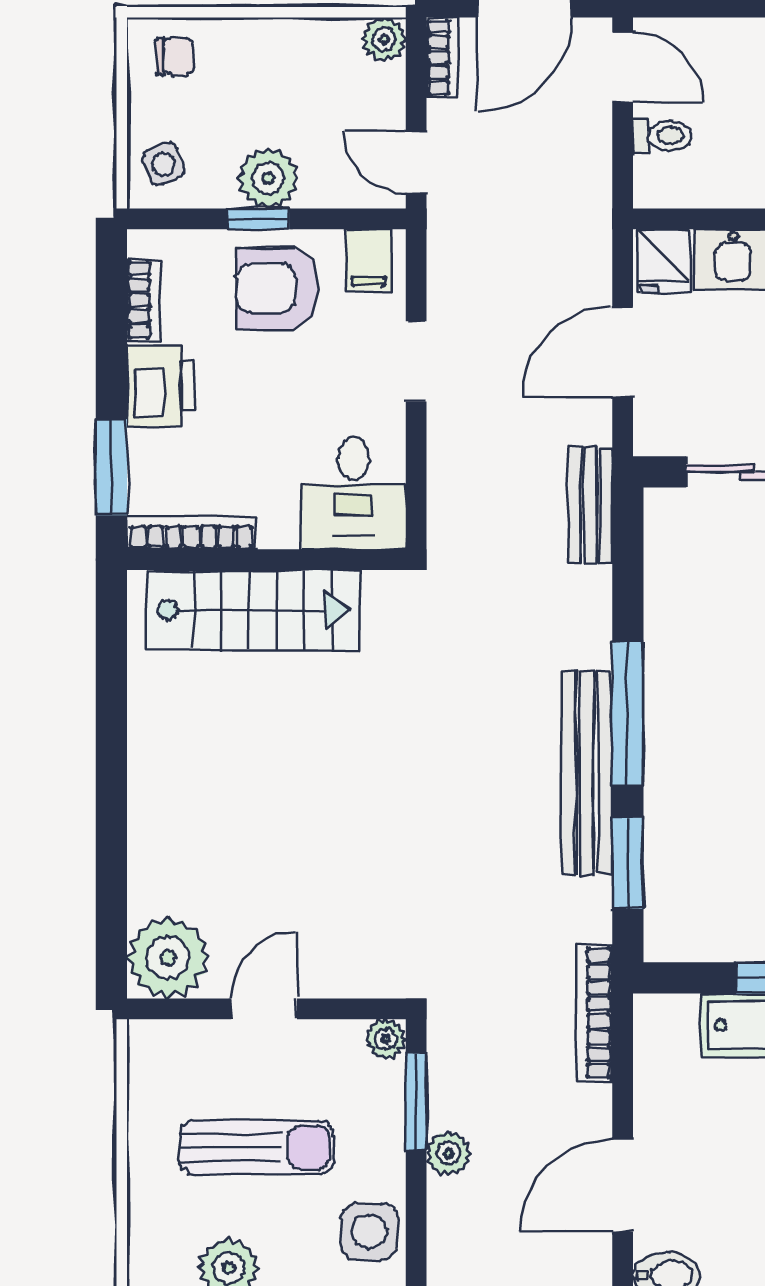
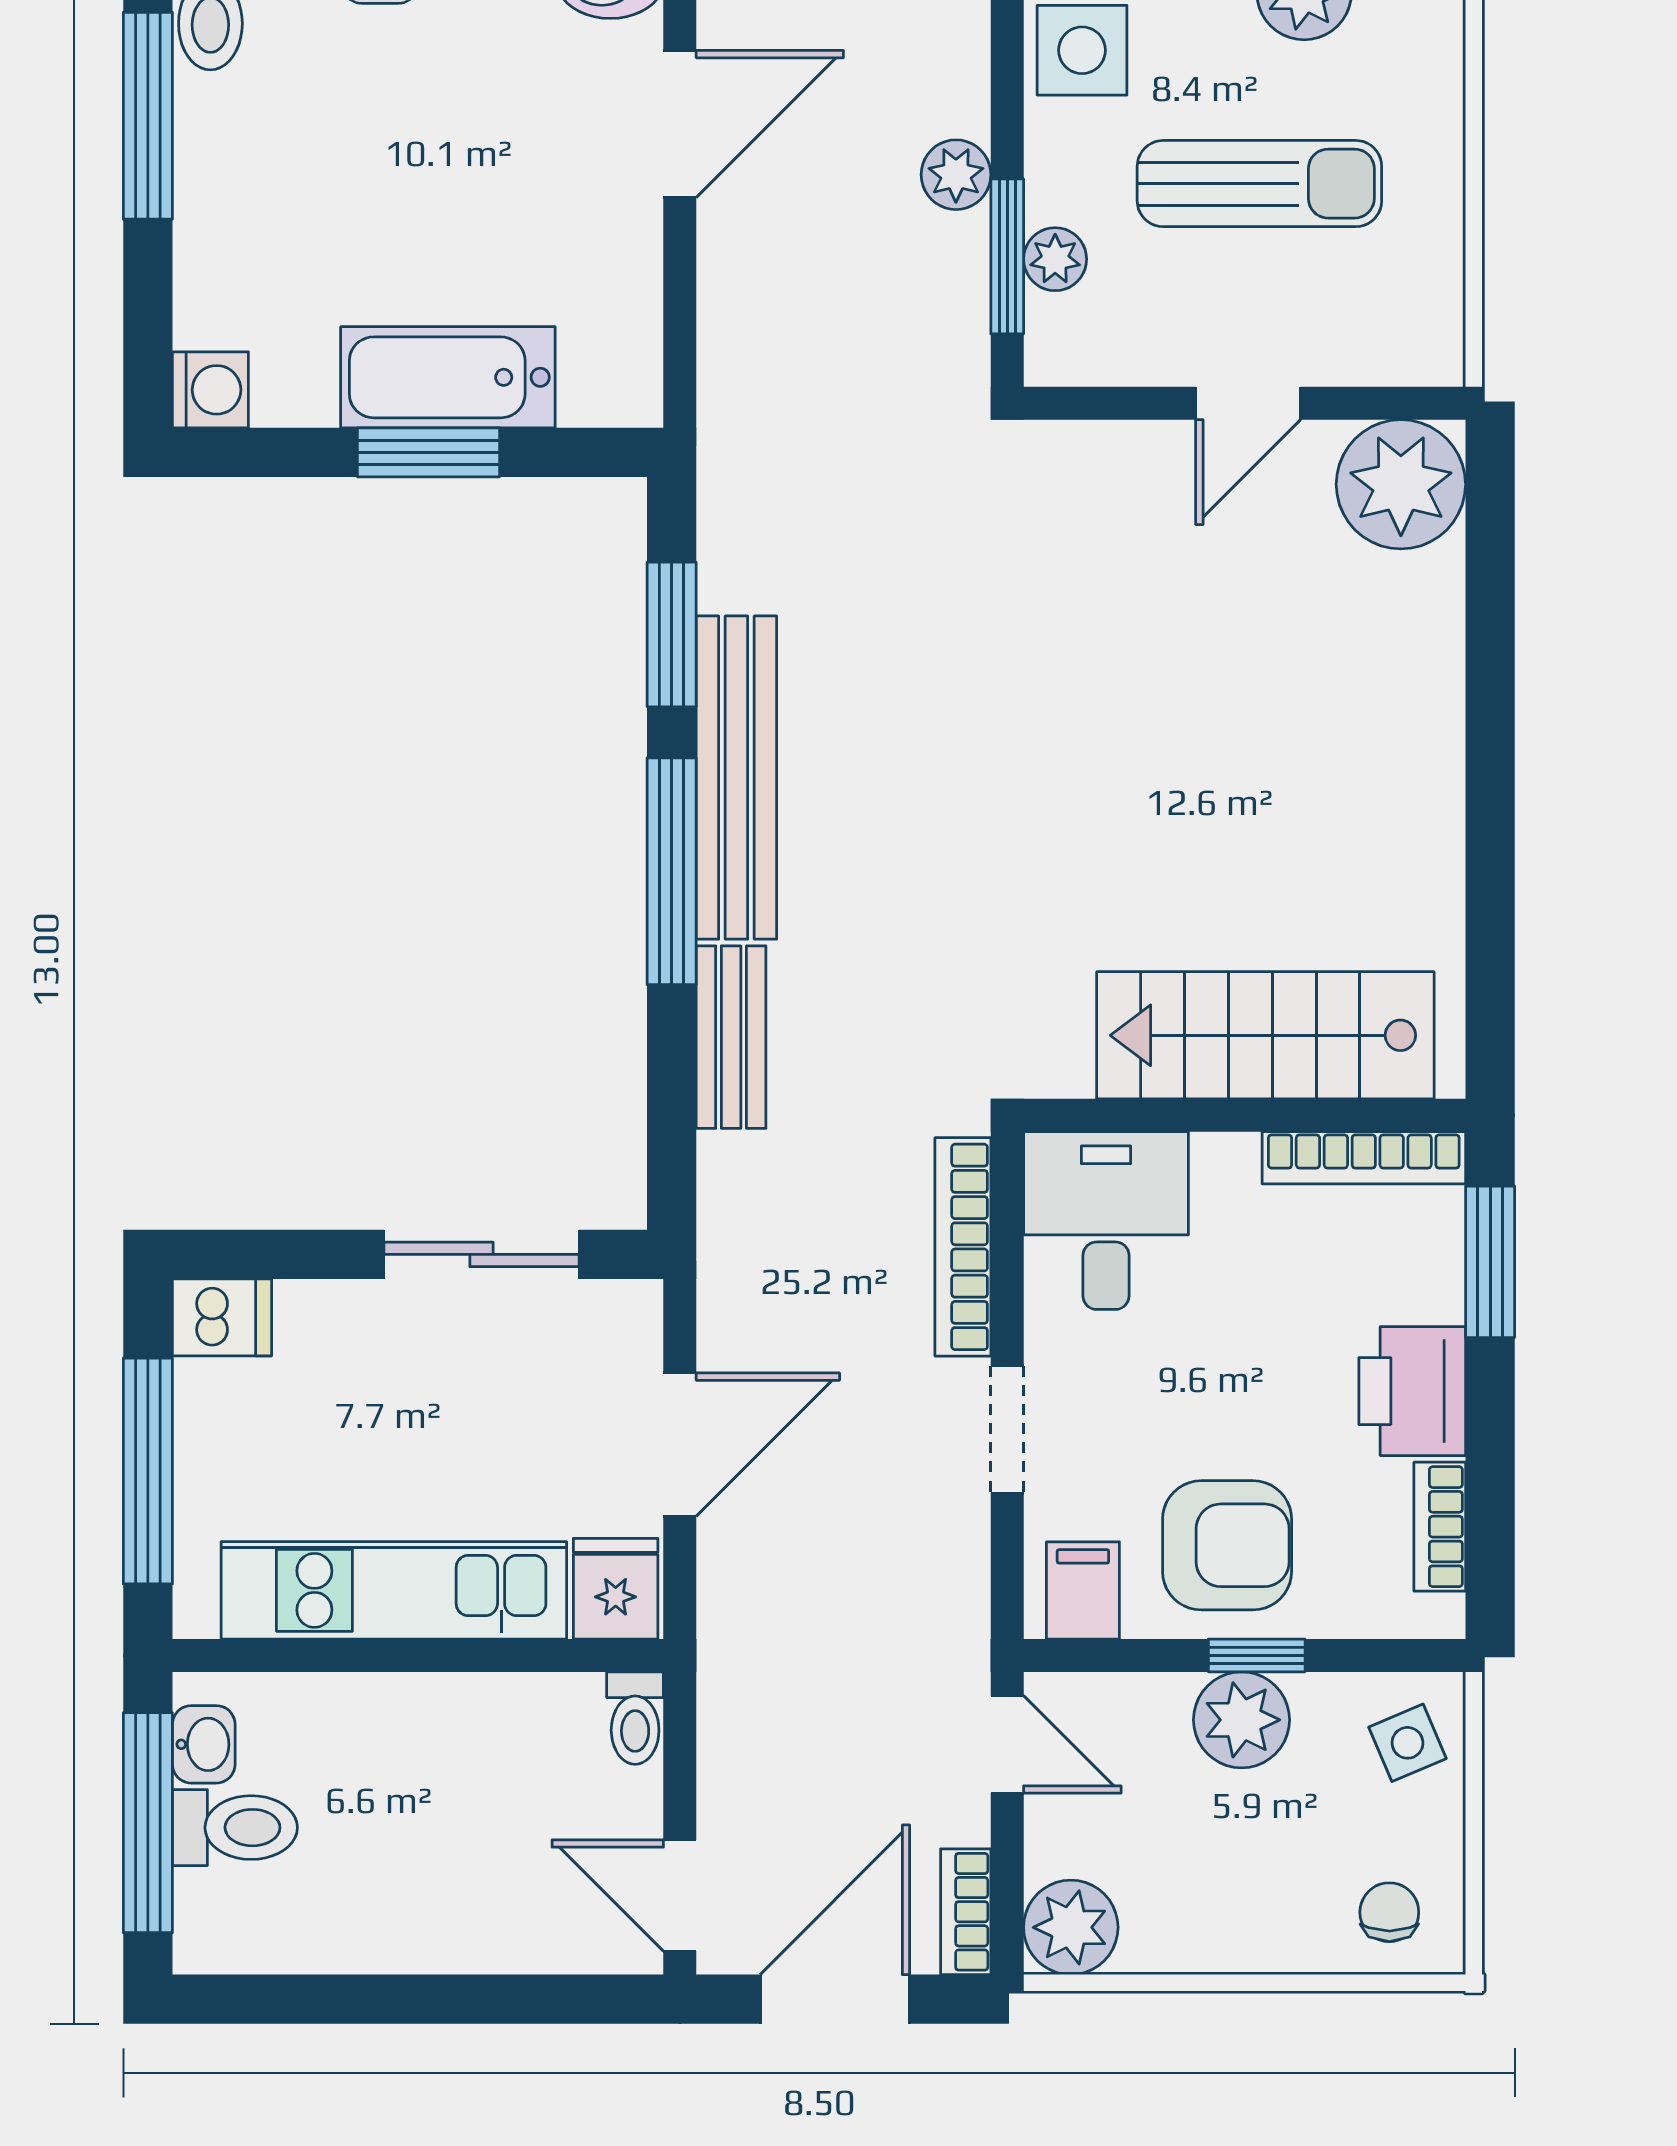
plant: (384, 39) -> (1071, 1927), width x1.38, depth x1.38
chair: (175, 57) -> (1389, 1912), turned 90
toilet: (662, 136) -> (635, 1718), moved, turned -90
bench: (590, 505) -> (731, 1037), moved
bookcase: (595, 1013) -> (963, 1247), moved, turned 180
plant: (386, 1039) -> (1055, 259), moved
sun lounger: (257, 1147) -> (1259, 184), turned 180

